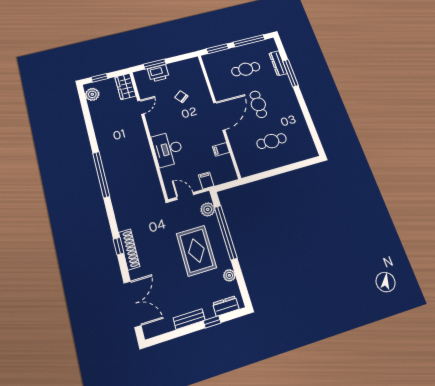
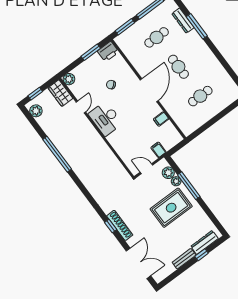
window: (155, 64) -> (91, 52), moved
printer: (158, 73) -> (108, 52), moved
plant: (140, 76) -> (69, 79), added
desk: (168, 149) -> (106, 119), moved
window: (101, 175) -> (57, 154), moved
window: (226, 232) -> (189, 186), width x0.68
rug: (196, 251) -> (171, 208), turned 90
plant: (229, 275) -> (176, 181), moved
dresser: (226, 306) -> (205, 242), width x1.44

